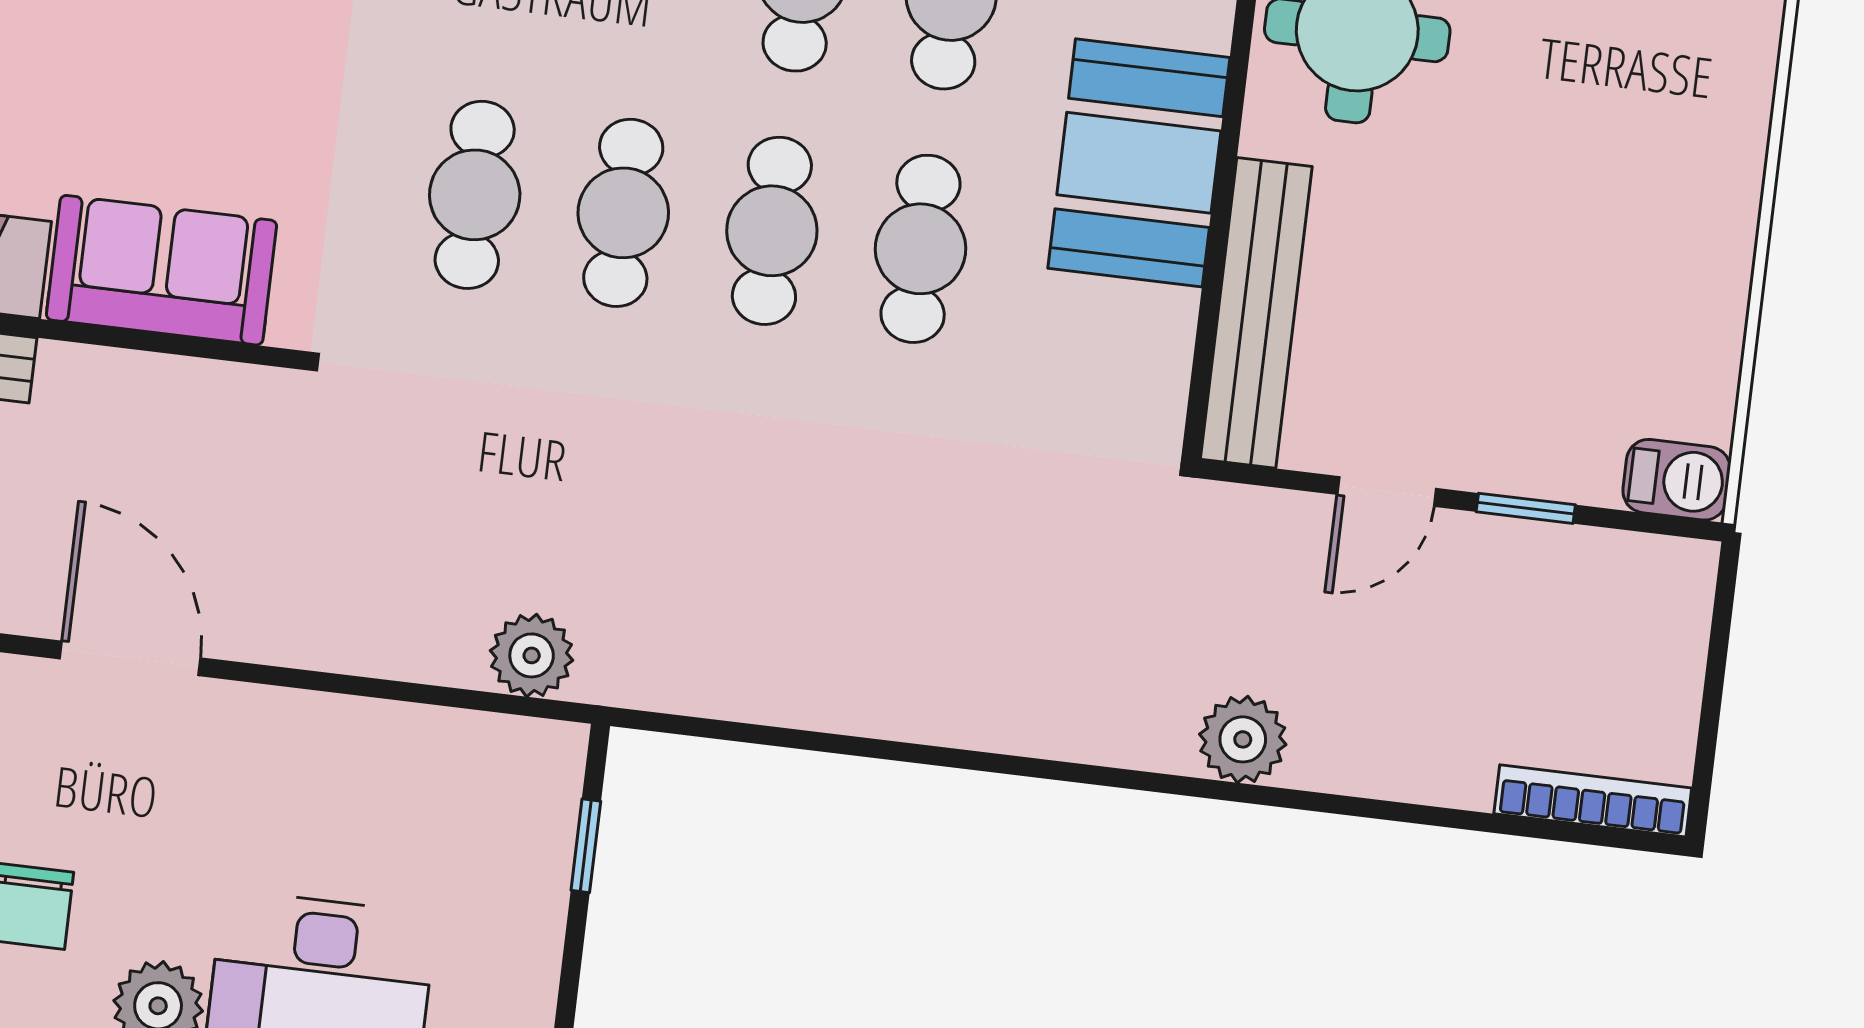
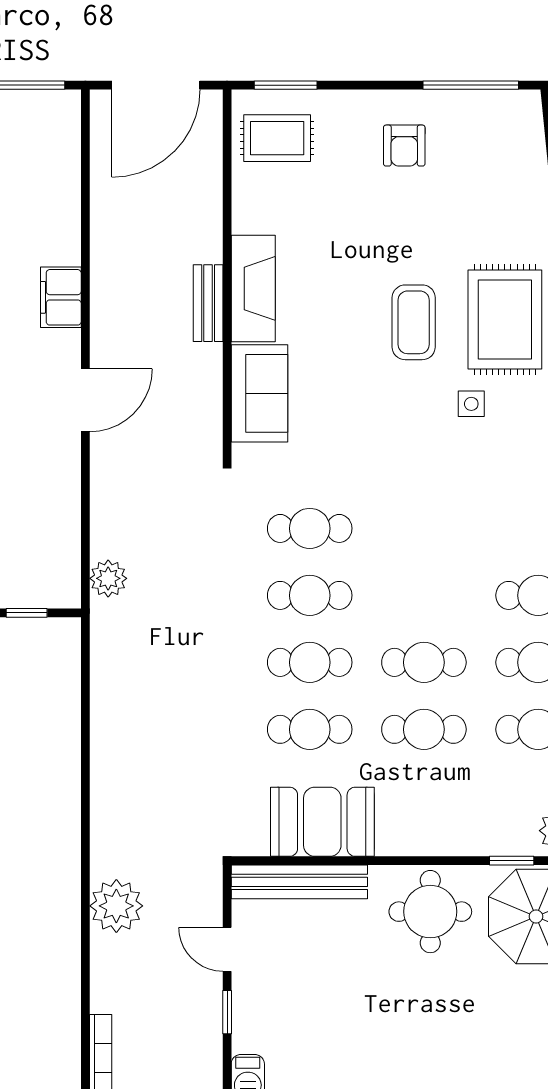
booth: (1139, 163) -> (322, 822), moved
plant: (1243, 739) -> (116, 906), width x1.36, depth x1.36

